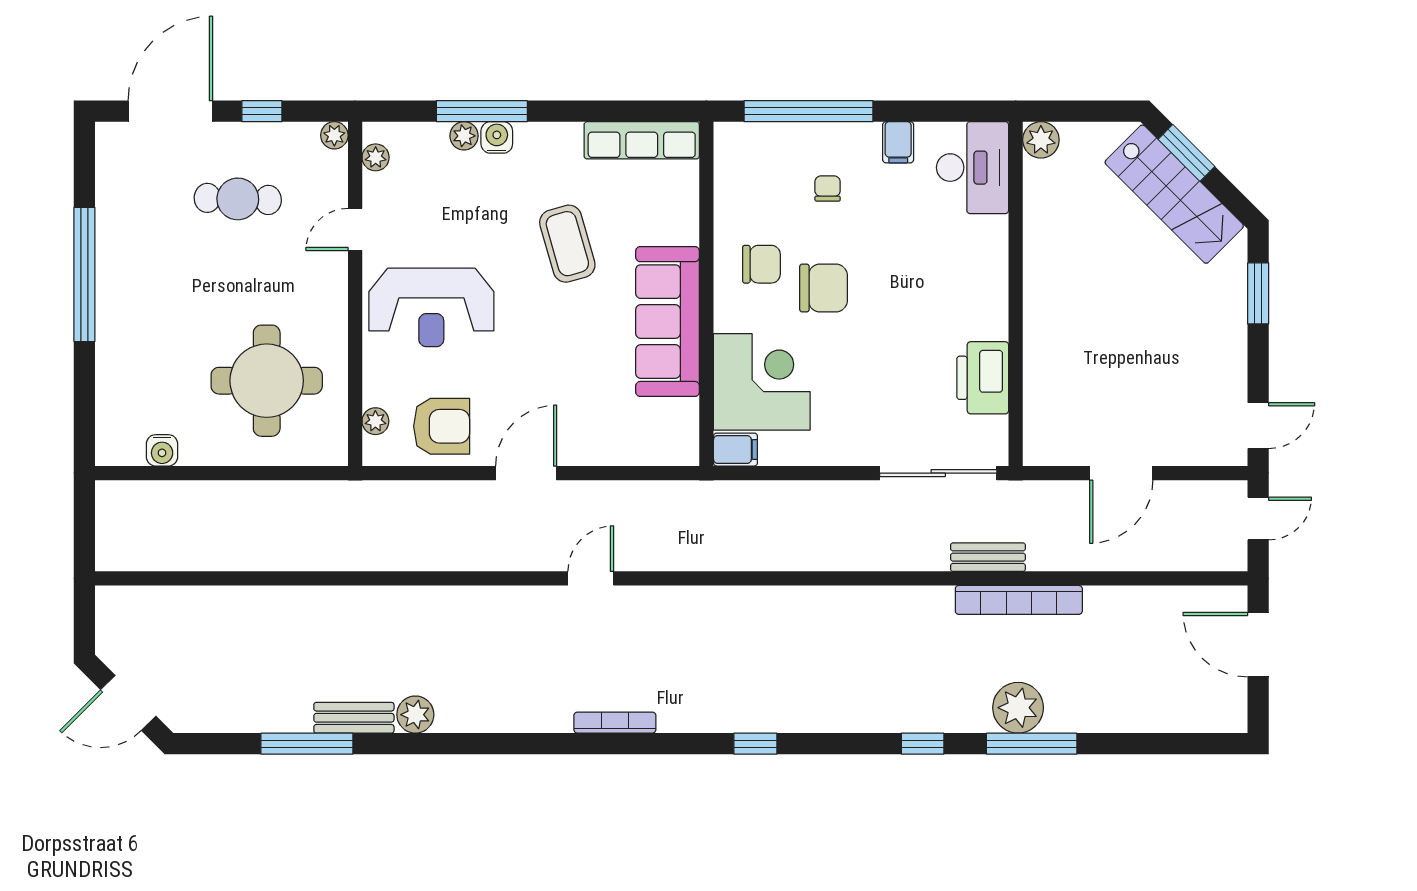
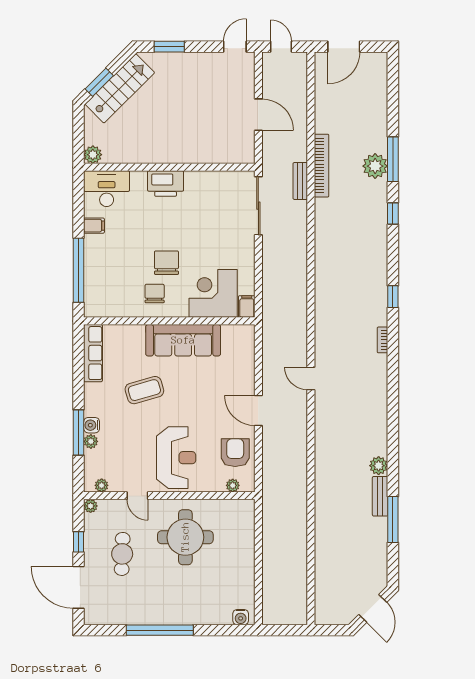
chair: (828, 188) -> (117, 261), removed
printer: (983, 378) -> (166, 184), moved
round table: (267, 381) -> (185, 537), moved
door: (1258, 426) -> (235, 47), hinge flipped
water cooler: (162, 450) -> (241, 617), moved, turned 90
bookcase: (615, 723) -> (383, 340), moved, width x0.64

